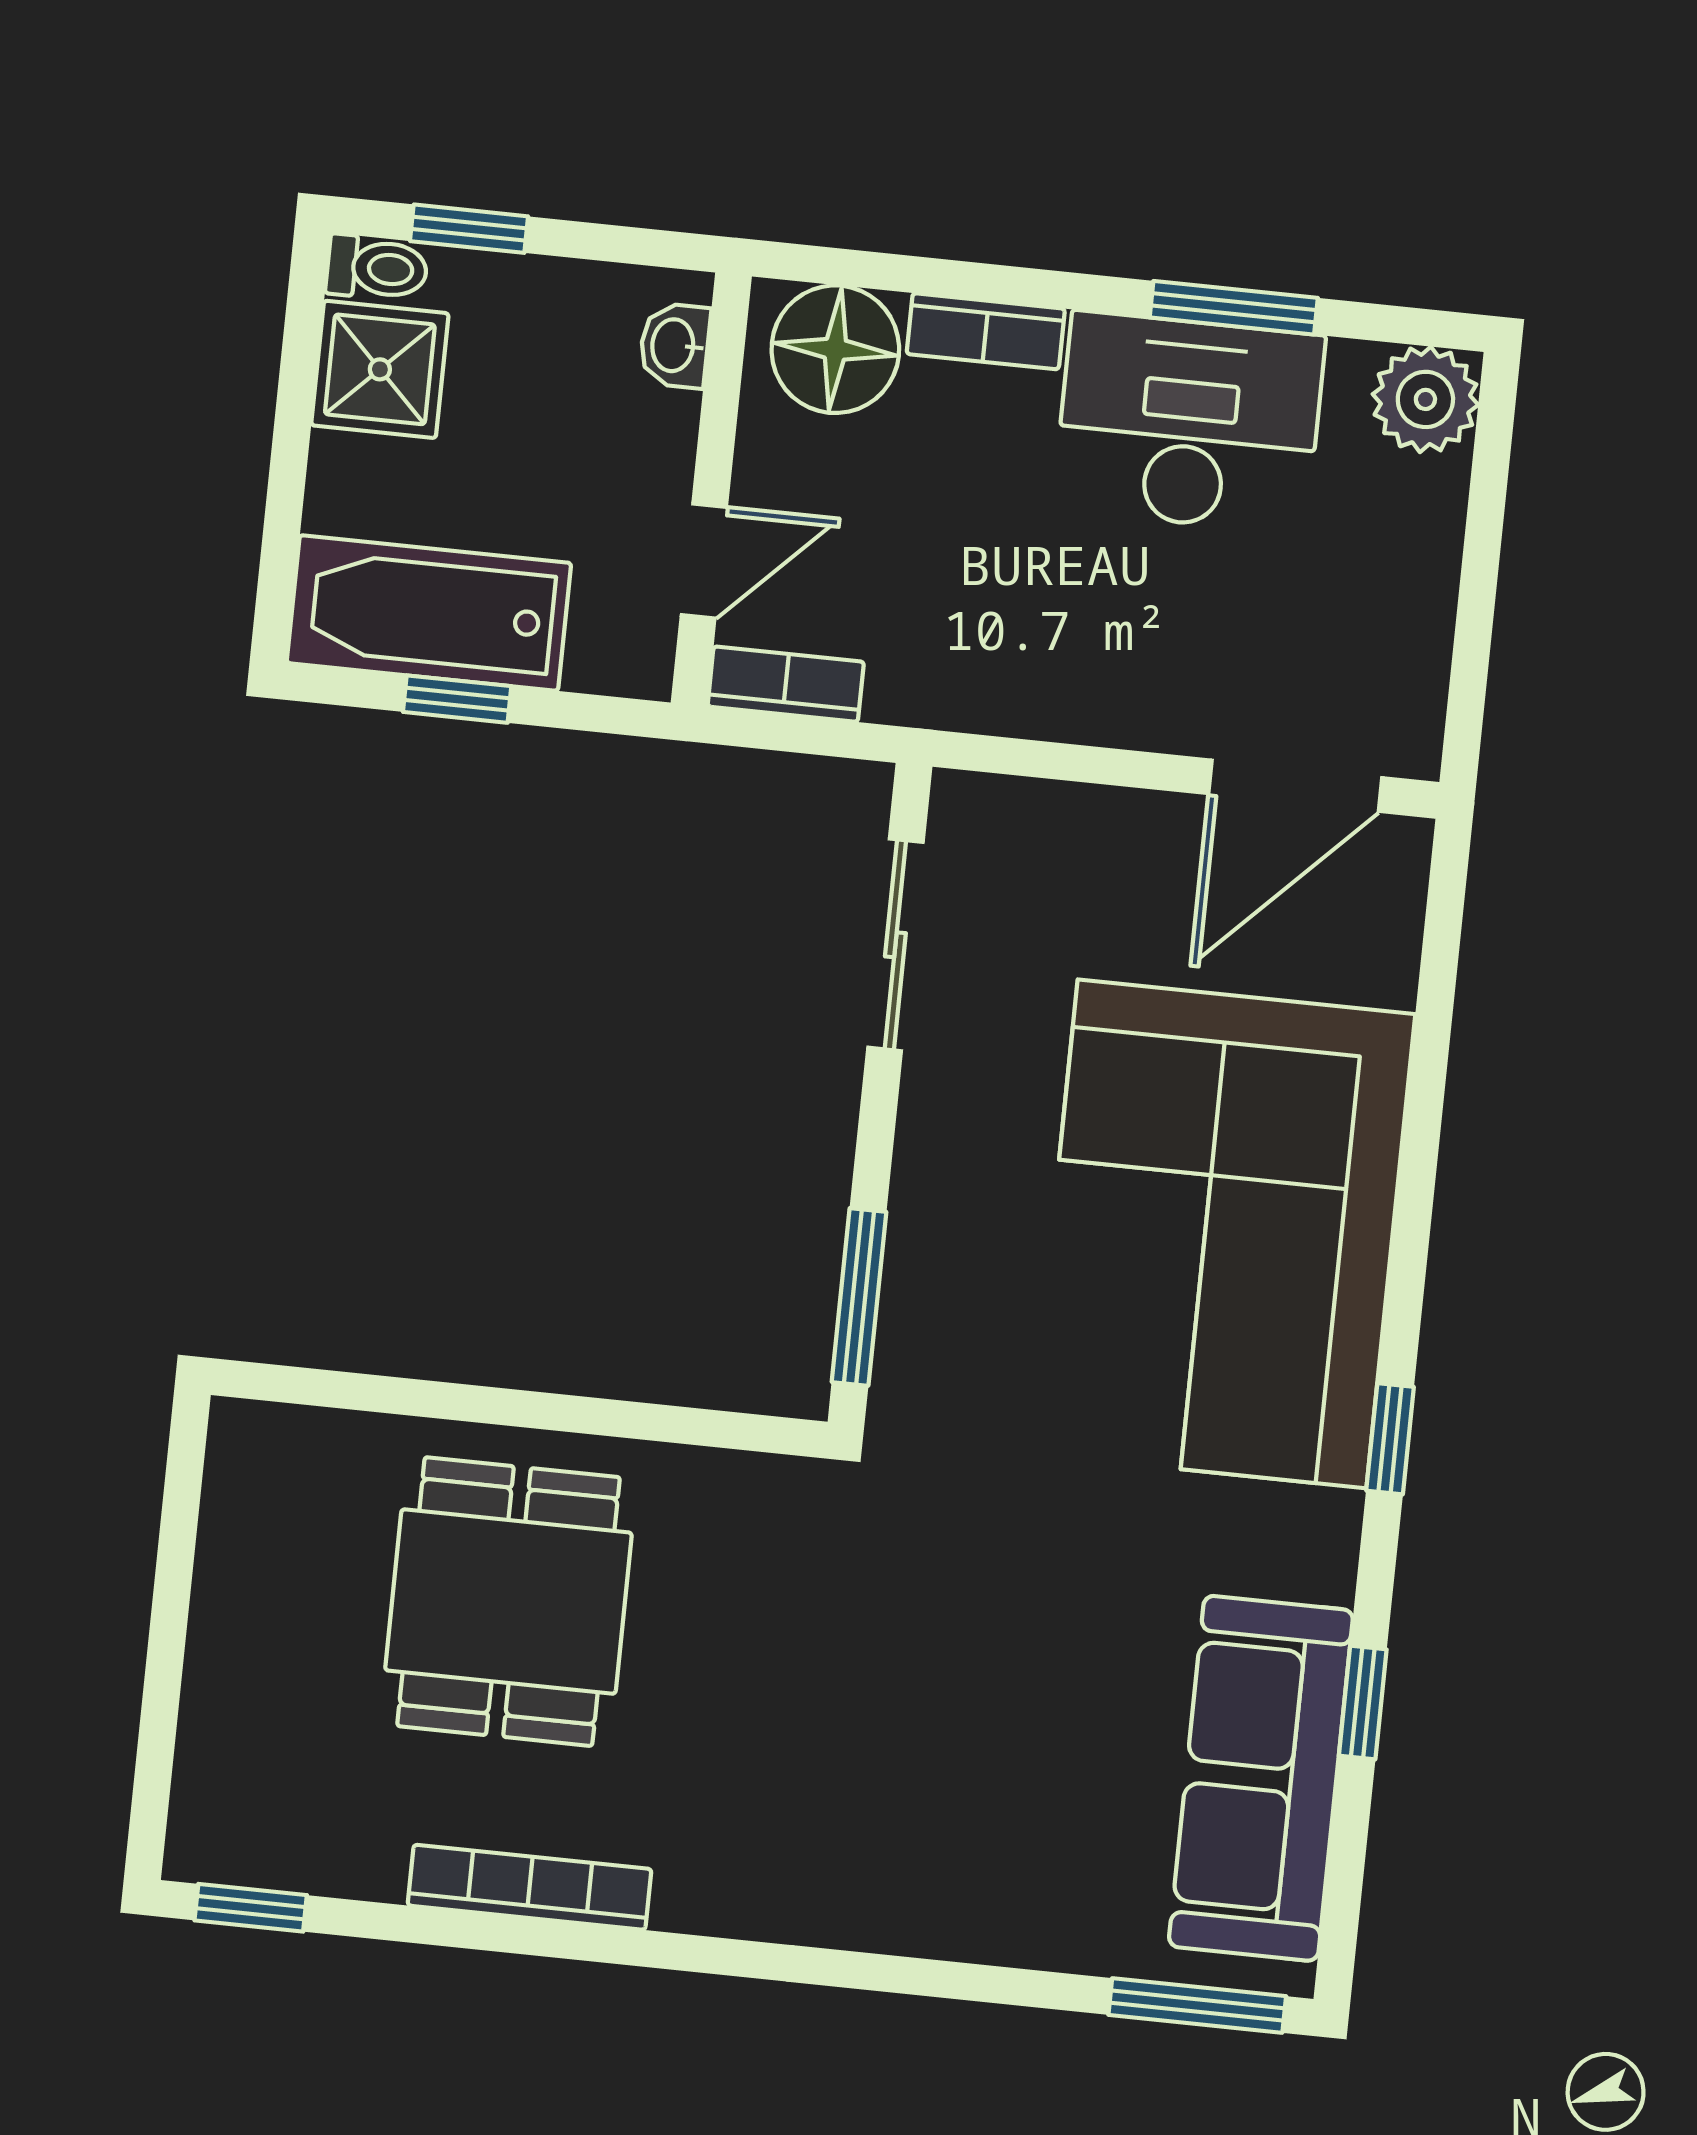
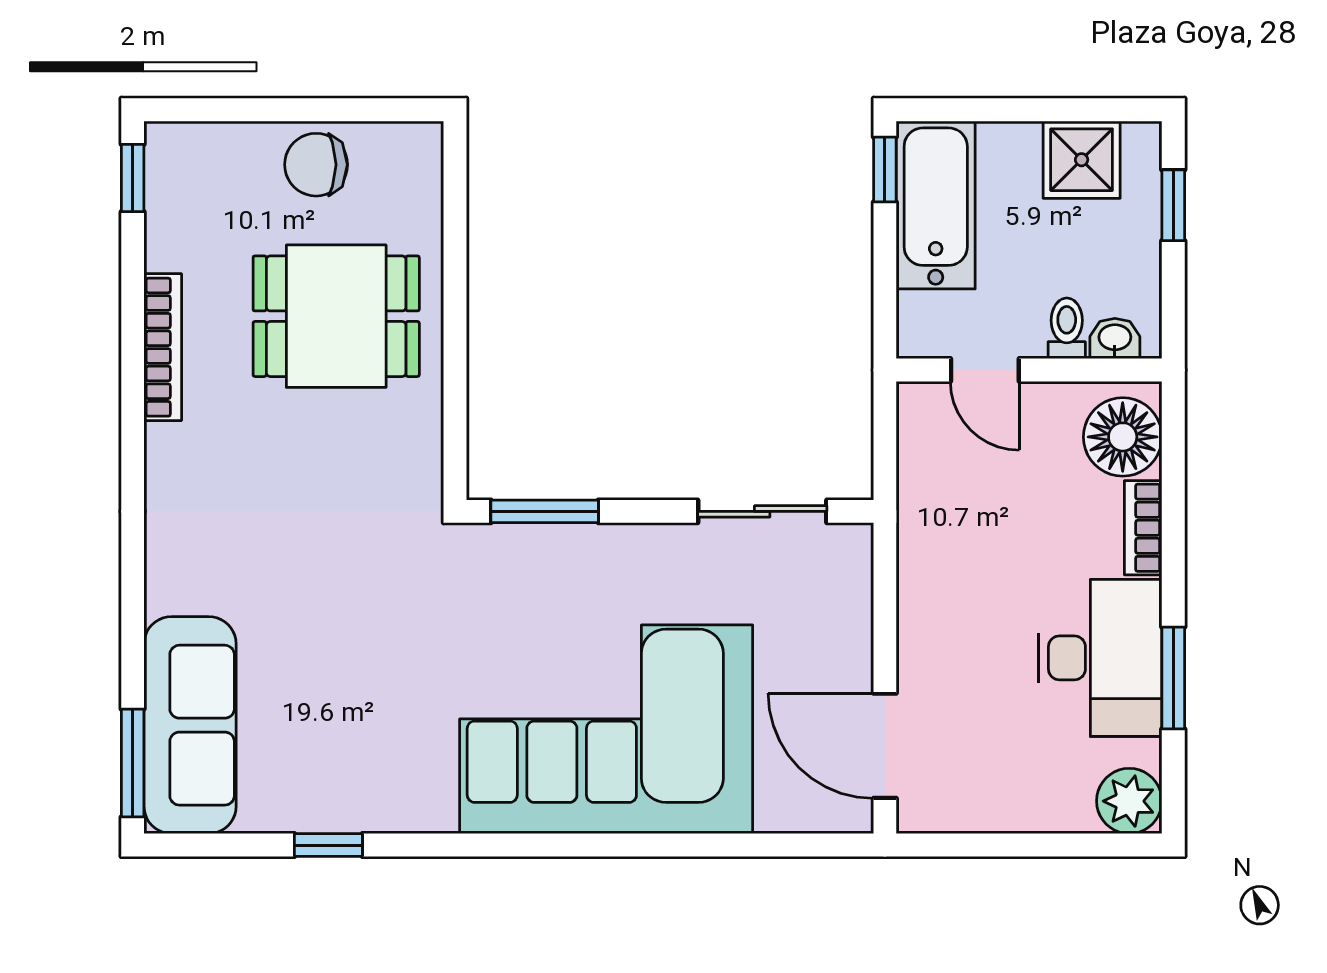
toilet: (377, 268) -> (1067, 328), moved, turned 180
bookcase: (786, 684) -> (915, 428), removed
window: (457, 699) -> (885, 170), moved
window: (1390, 1439) -> (491, 845), removed
chair: (260, 1609) -> (316, 165), added
sofa: (1261, 1778) -> (190, 725), moved, turned 90

